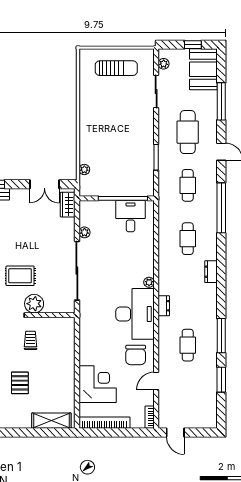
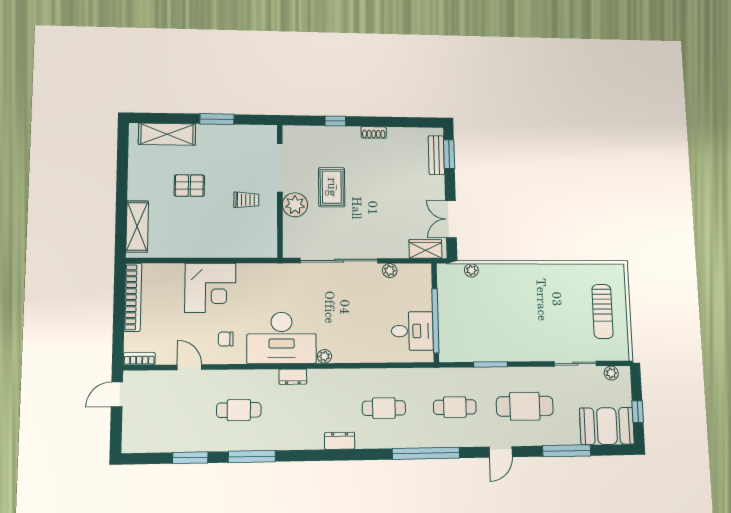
chair: (136, 355) -> (226, 339), width x0.54, depth x0.54
corner desk: (98, 384) -> (210, 288), moved

